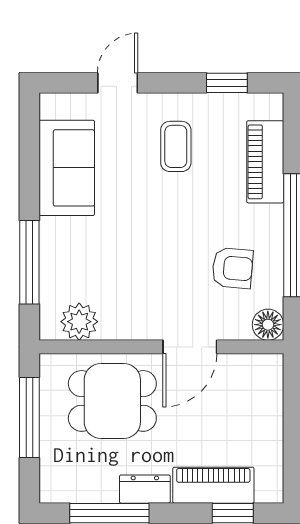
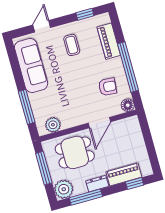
sofa: (67, 168) -> (31, 65), width x1.36
plant: (62, 480) -> (64, 189), added

